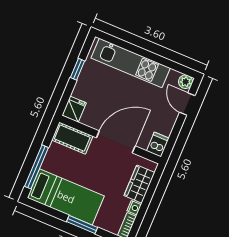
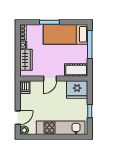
door: (187, 104) -> (18, 118), hinge flipped
fridge: (74, 109) -> (77, 89), width x1.88, depth x1.34
door: (116, 142) -> (50, 78), width x0.53

